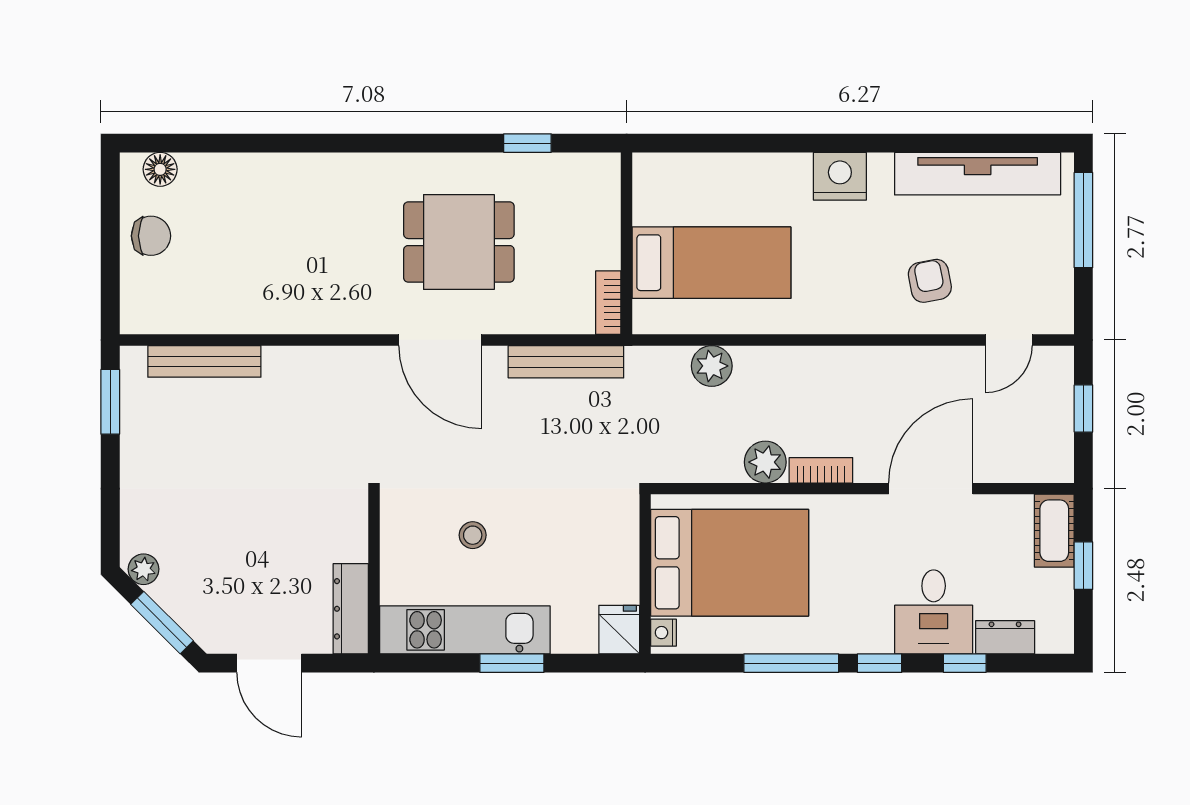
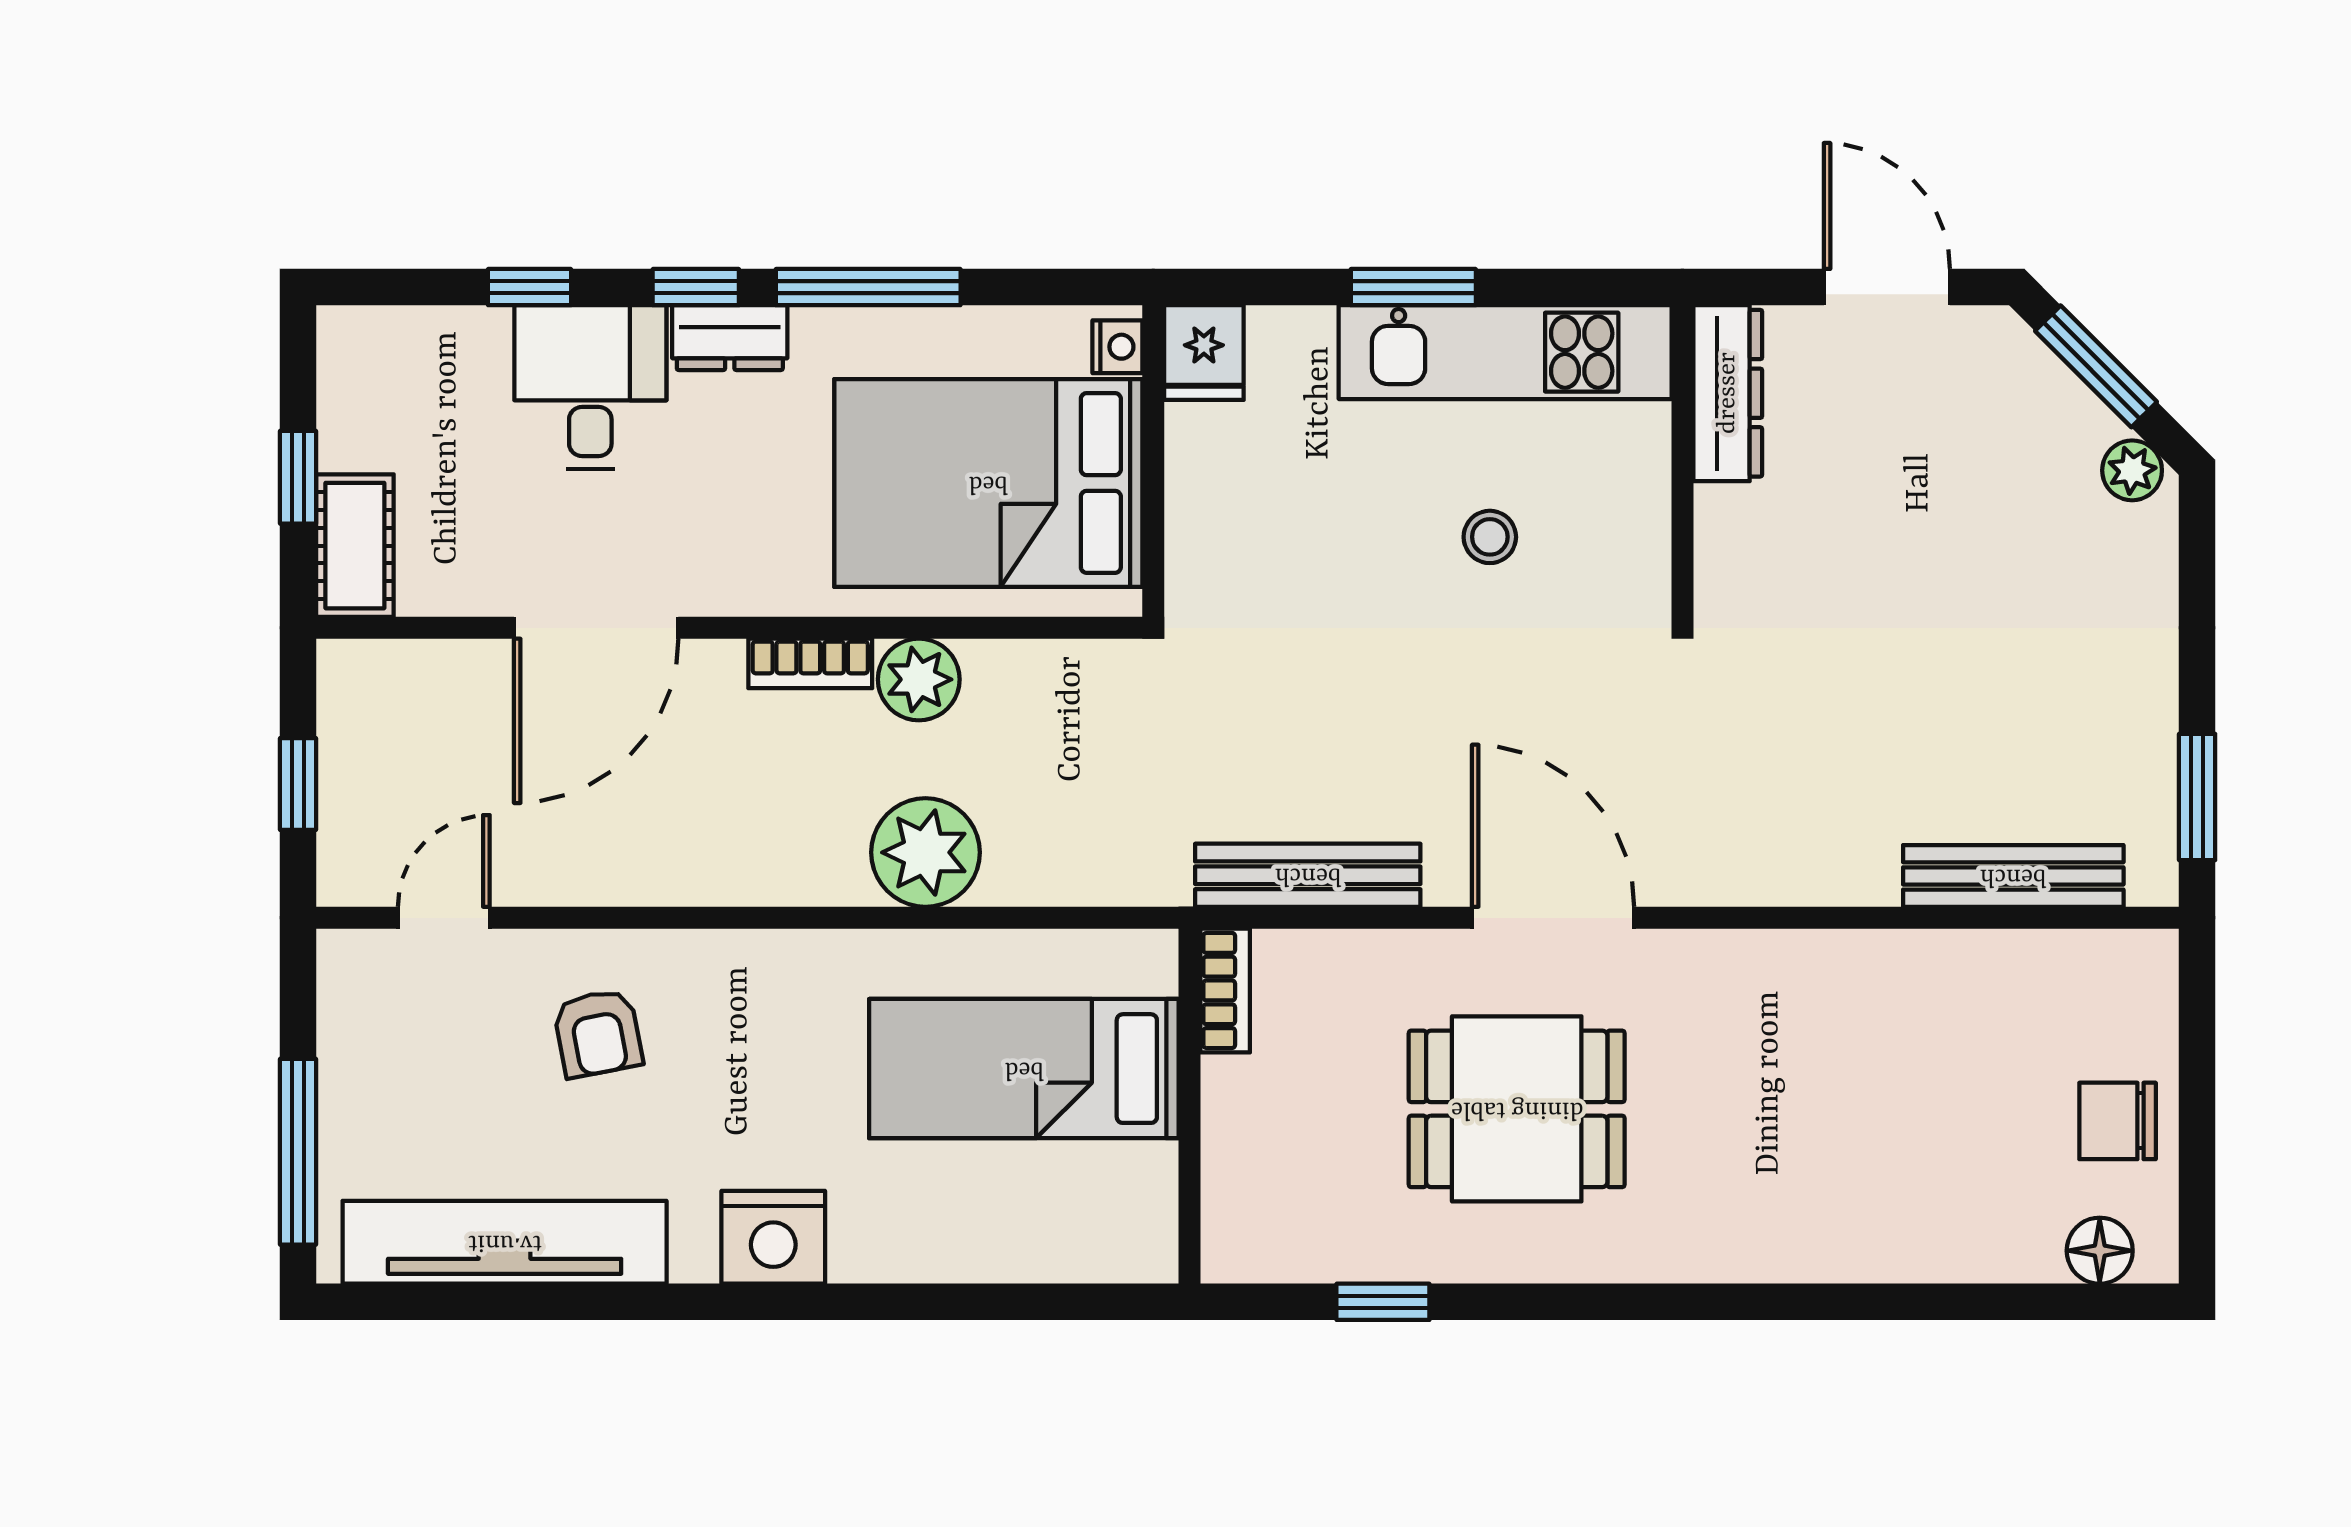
plant: (712, 366) -> (925, 852), moved, width x1.36, depth x1.36
dresser: (1005, 637) -> (730, 338), moved

